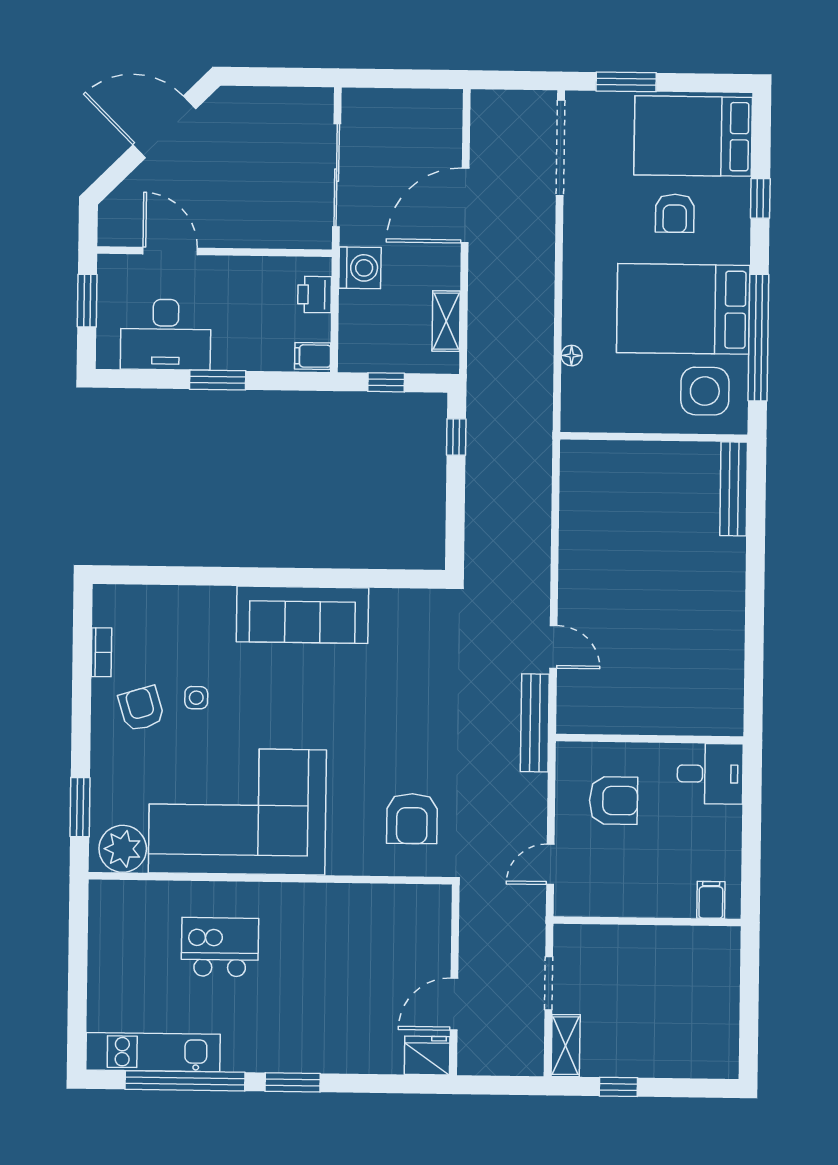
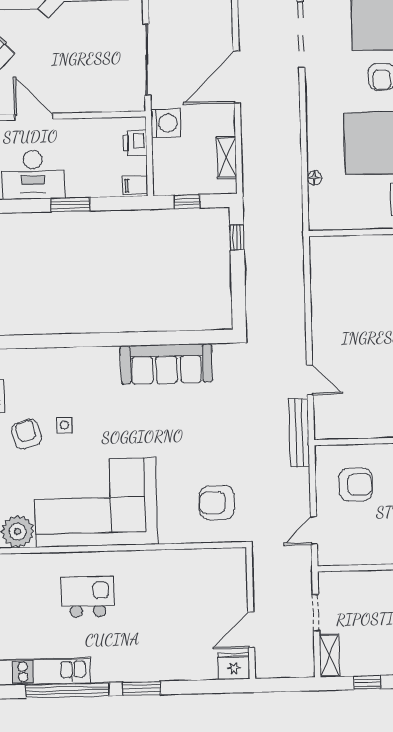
sofa: (302, 615) -> (167, 364), moved
armchair: (412, 819) -> (217, 503), turned 90

